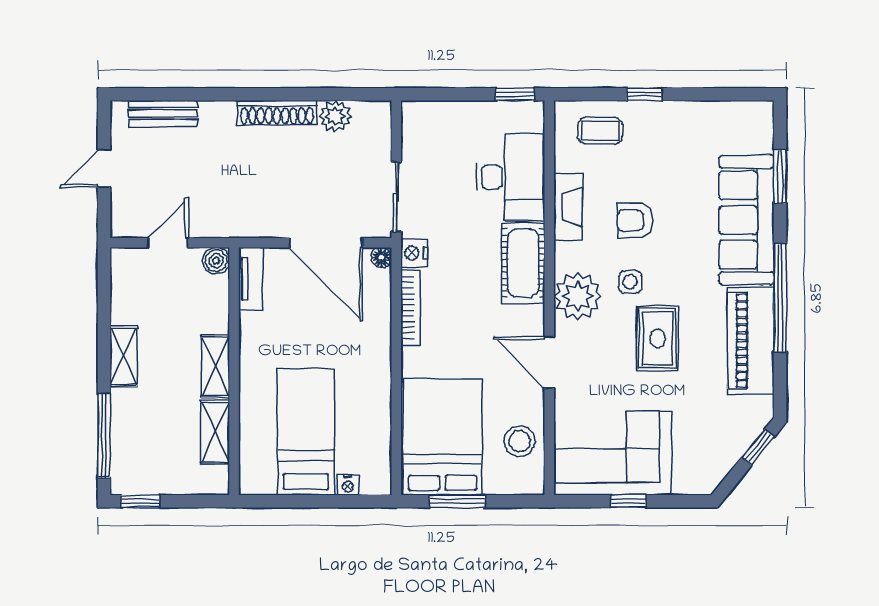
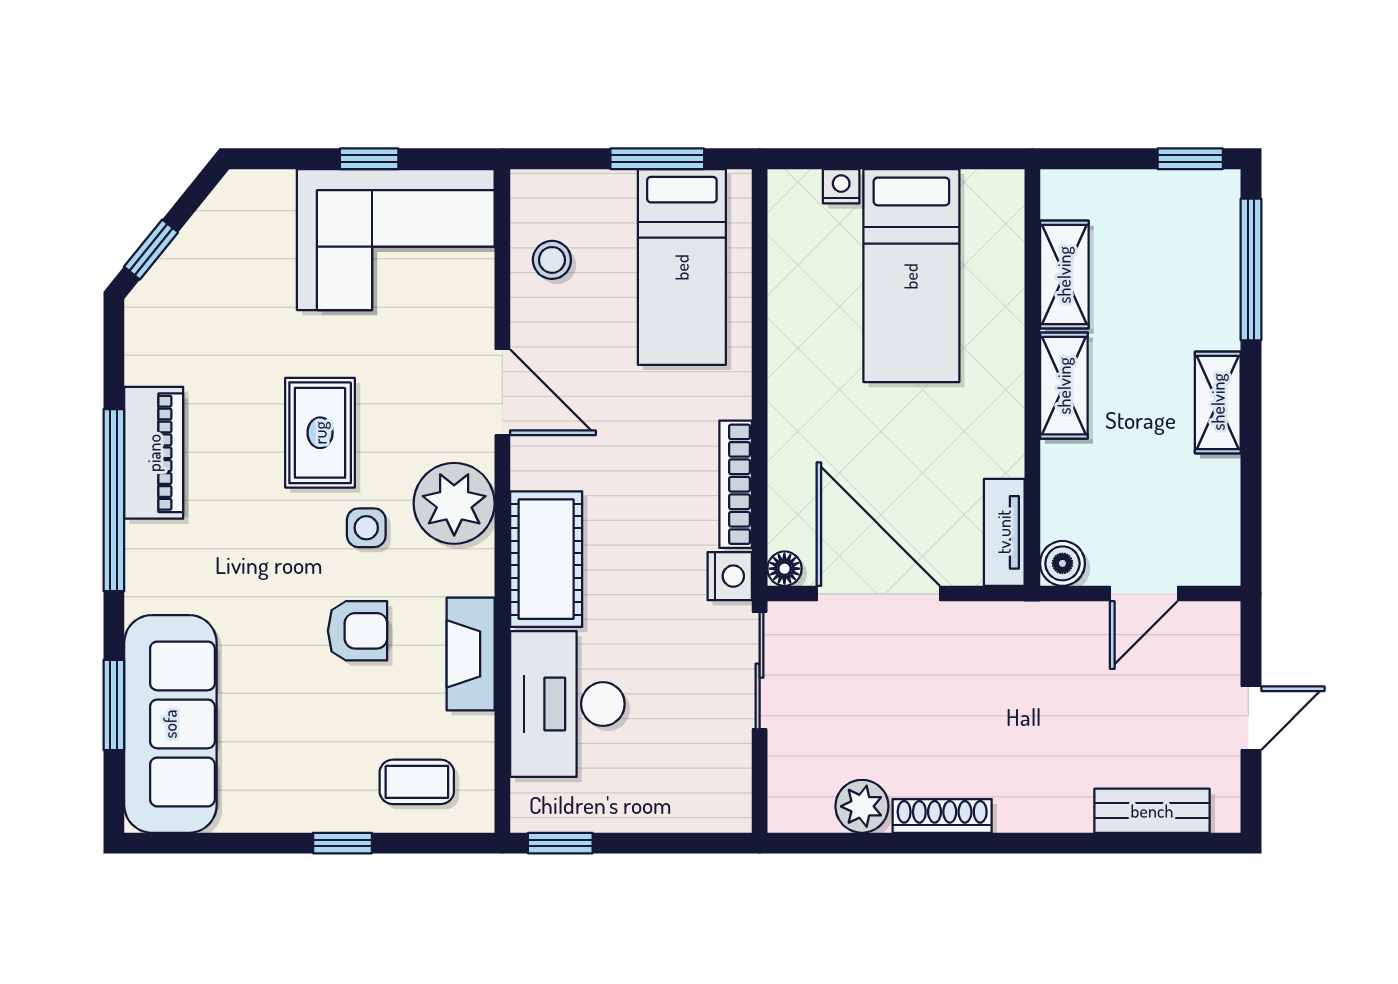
shoe rack: (277, 113) -> (942, 816), width x0.74, depth x0.81
sofa: (746, 220) -> (170, 724), moved
piano: (751, 341) -> (154, 453), width x0.73, depth x0.75
bed: (442, 437) -> (682, 267), width x0.67
stool: (520, 441) -> (552, 260), width x0.73, depth x0.73

